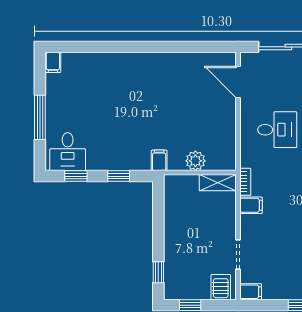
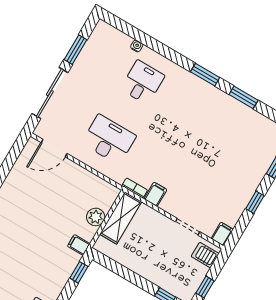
desk: (277, 130) -> (109, 139), width x1.37
window: (119, 176) -> (79, 272), moved
shelving: (218, 183) -> (121, 218), width x1.50, depth x1.33

